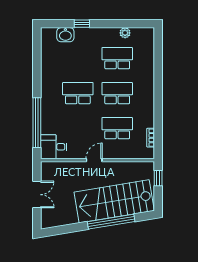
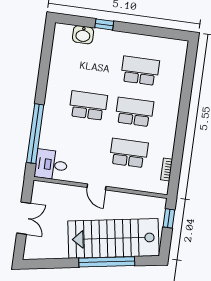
plant: (125, 33) -> (153, 42), removed
door: (94, 160) -> (96, 187), swing flipped

